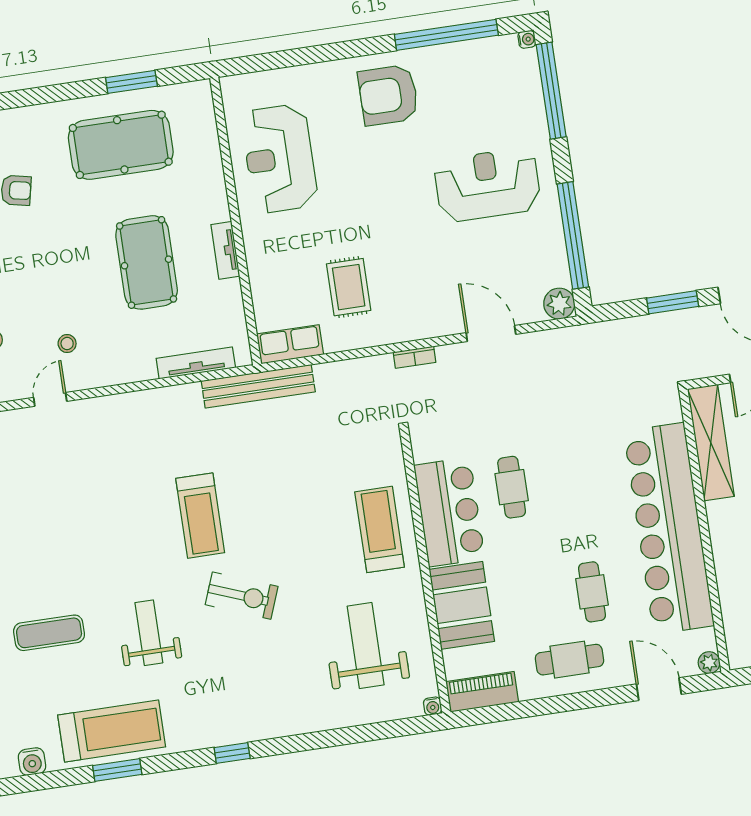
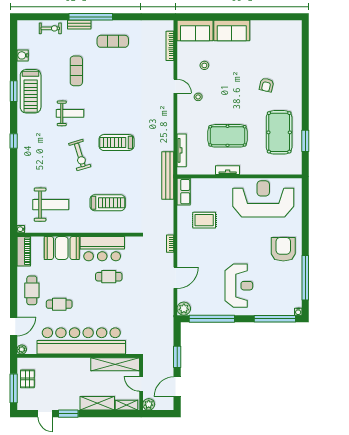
reception desk: (280, 159) -> (263, 199), width x1.36, depth x1.30
treadmill: (380, 529) -> (108, 203), moved
exercise bike: (242, 596) -> (80, 155), turned -38

